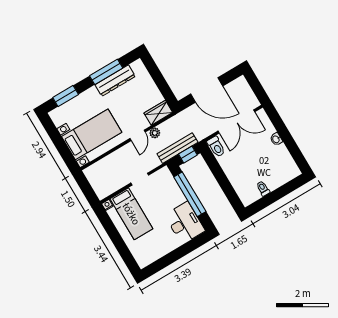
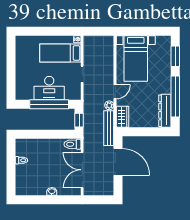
window: (106, 72) -> (175, 96), width x1.46
dresser: (115, 81) -> (165, 111), moved
door: (207, 90) -> (118, 162), swing flipped
door: (138, 135) -> (115, 92), swing flipped
bench: (177, 148) -> (109, 128), moved
desk: (185, 223) -> (49, 88), moved

